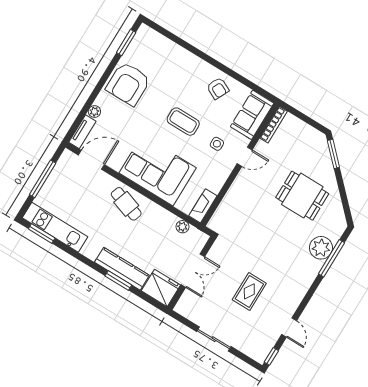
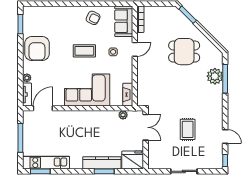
cafe table: (126, 204) -> (80, 122), removed
double door: (193, 271) -> (146, 127), moved

